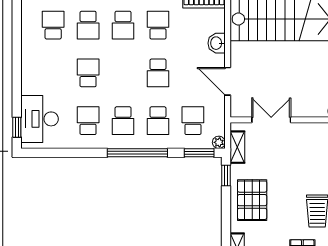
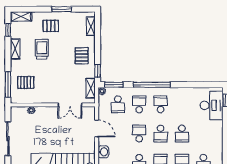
school desk: (88, 121) -> (161, 134), moved
pallet: (252, 200) -> (82, 56), width x0.67, depth x0.71

